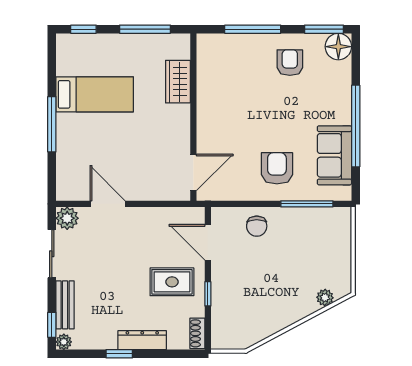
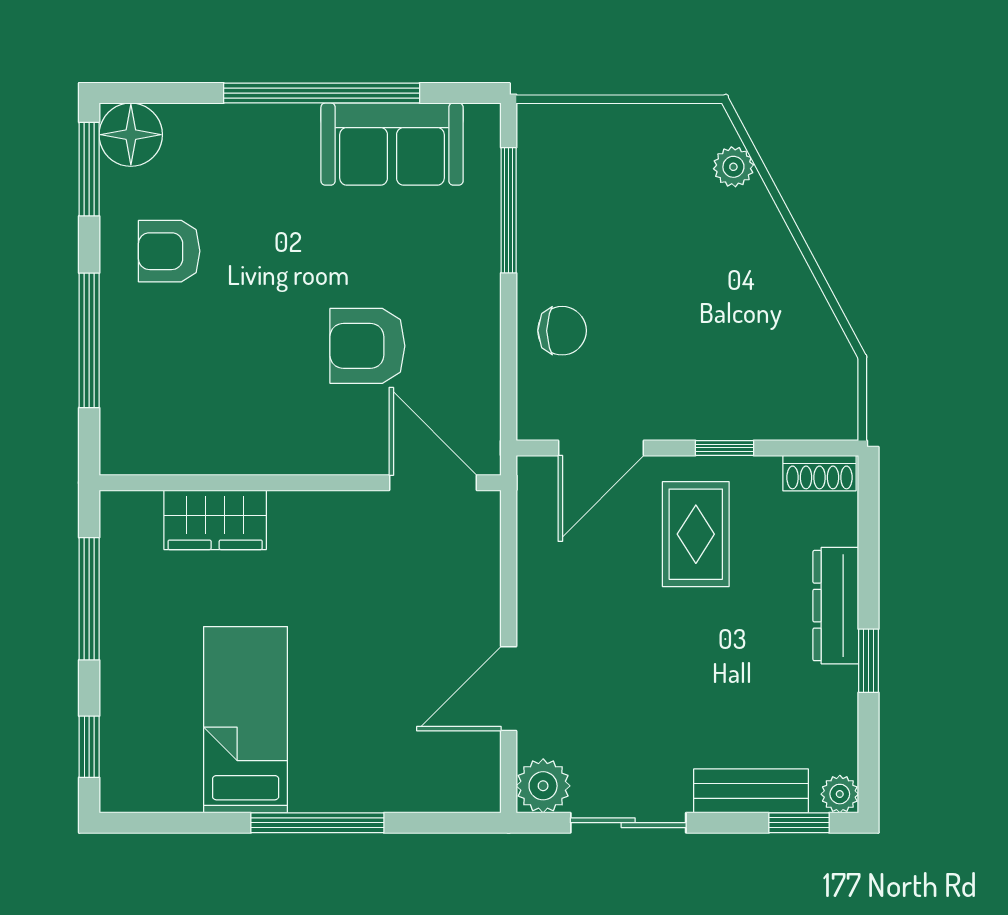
armchair: (277, 168) -> (367, 346), moved

